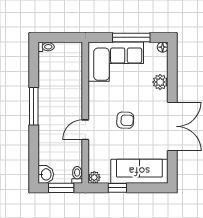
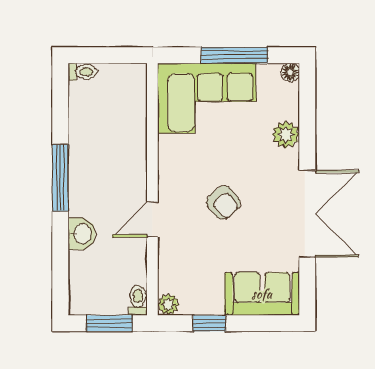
armchair: (125, 120) -> (223, 203), turned 46
sofa: (139, 171) -> (262, 294), width x0.73
washbasin: (46, 174) -> (82, 234), moved

